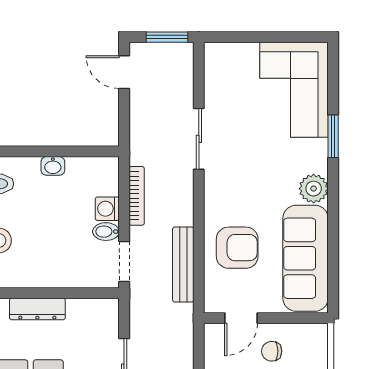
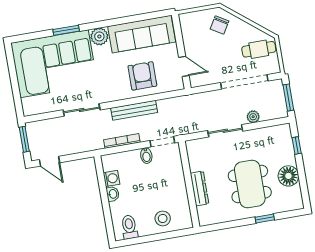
door: (124, 72) -> (50, 161), hinge flipped
corner sofa: (294, 90) -> (54, 64), width x1.36, depth x1.36
washing machine: (107, 209) -> (111, 178), moved, turned -90
bench: (183, 265) -> (134, 110), moved
chair: (272, 351) -> (200, 45), removed

